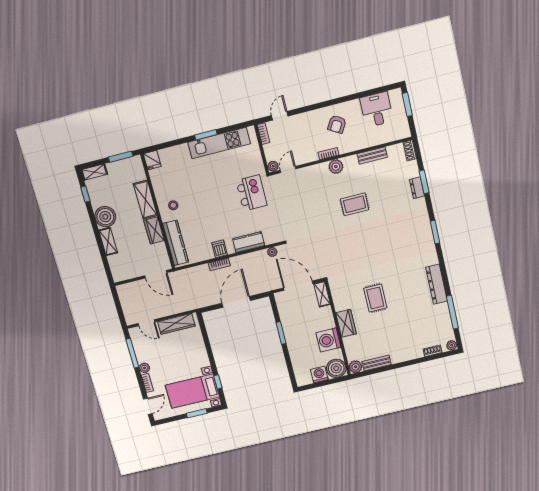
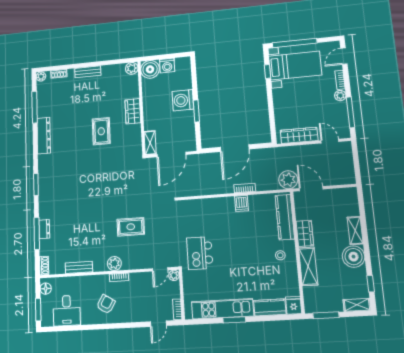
floor lamp: (403, 127) -> (46, 289), added
window: (424, 182) -> (37, 233), width x1.44
rug: (355, 204) -> (131, 227), moved
kitchen counter: (249, 242) -> (270, 307), moved, turned 180
plant: (272, 252) -> (288, 180), moved, width x1.88, depth x1.88
door: (298, 286) -> (171, 155), hinge flipped
washing machine: (328, 340) -> (183, 100), moved, turned 180
bench: (377, 363) -> (88, 72), moved
window: (197, 413) -> (295, 43), width x2.11

